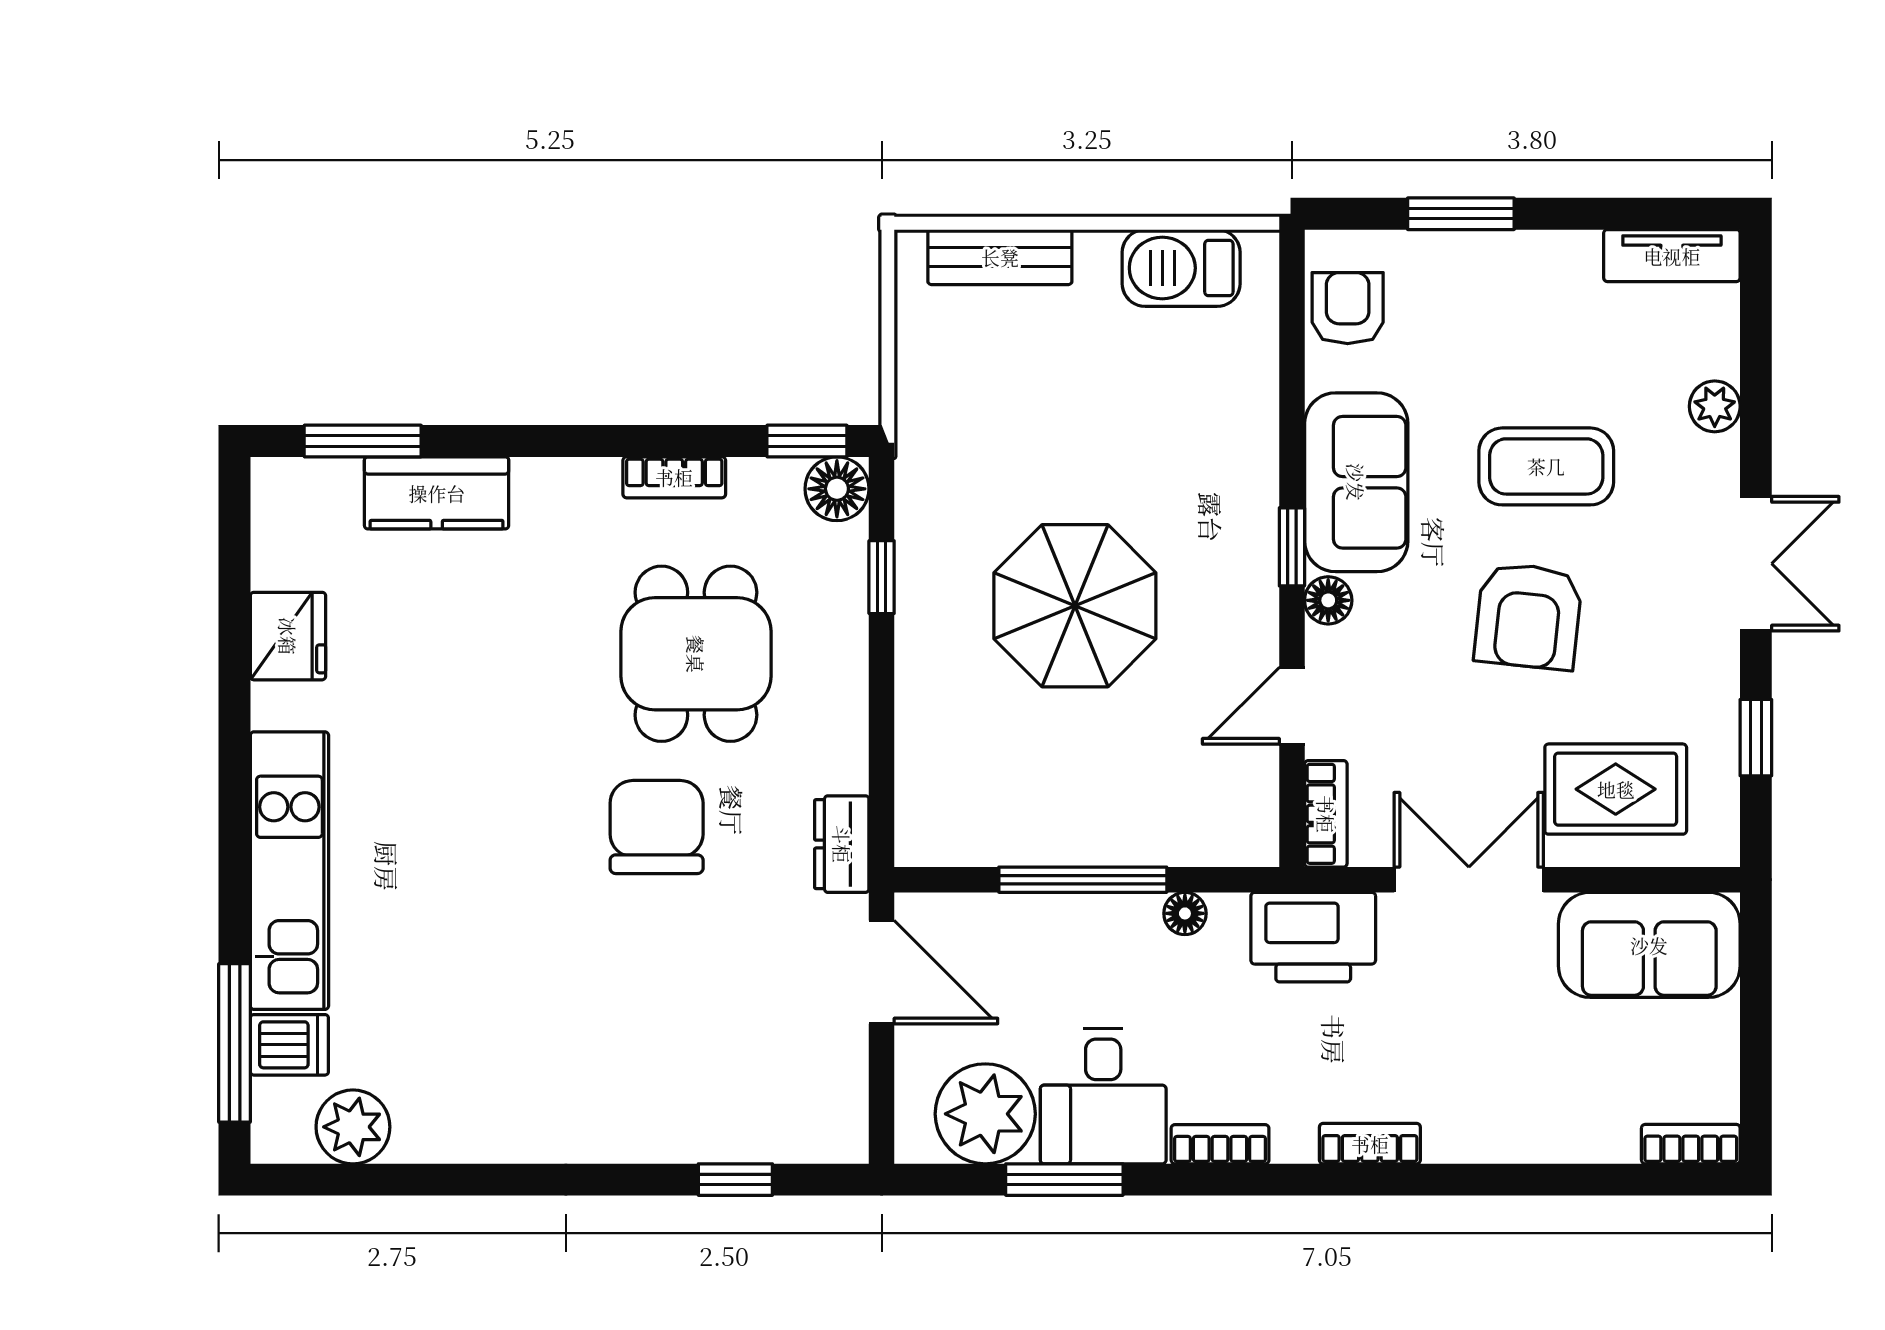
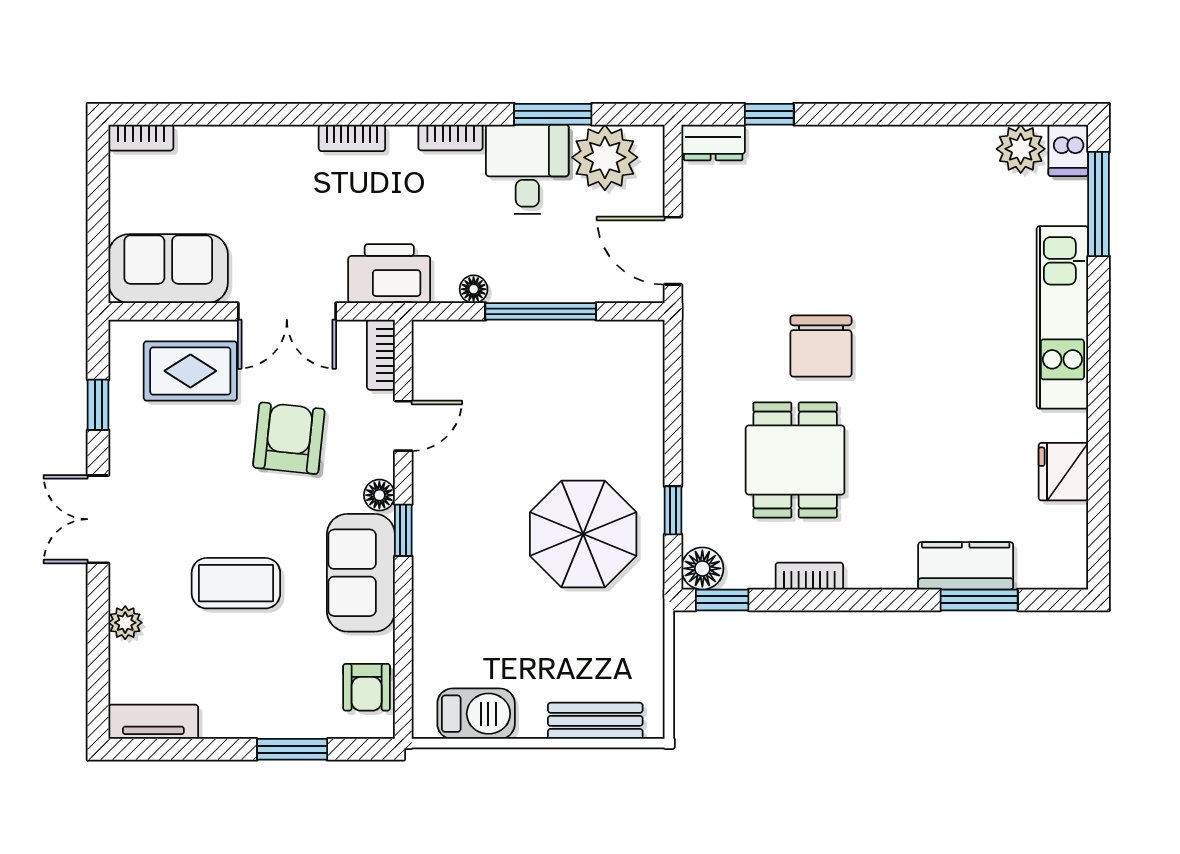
window: (363, 441) -> (979, 600), moved
parasol: (1075, 606) -> (583, 534), moved
armchair: (1528, 616) -> (289, 438), moved
dresser: (842, 844) -> (713, 142), moved, turned 90
dishwasher: (289, 1045) -> (1068, 150), moved, turned -90

